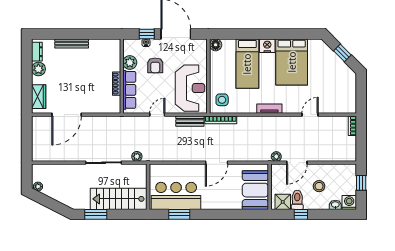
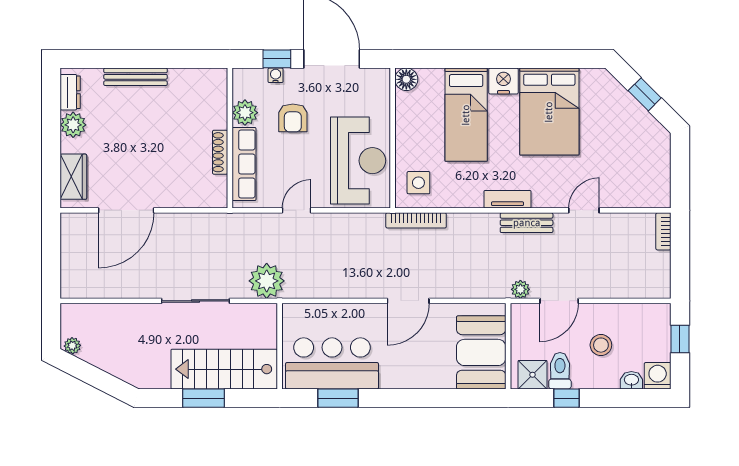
bench: (190, 121) -> (527, 223), moved
plant: (137, 156) -> (267, 281), width x1.88, depth x1.88
window: (96, 214) -> (204, 398), moved

